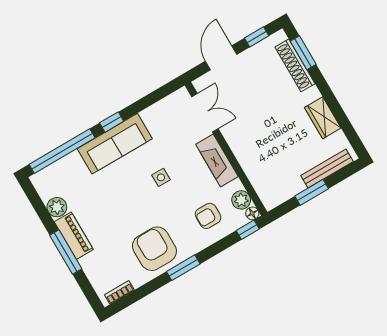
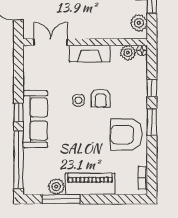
plant: (279, 193) -> (139, 23), added
armchair: (208, 216) -> (101, 98), moved
window: (248, 230) -> (152, 88), moved
piano: (74, 236) -> (90, 184), width x1.37, depth x1.33
window: (66, 252) -> (61, 199), moved

